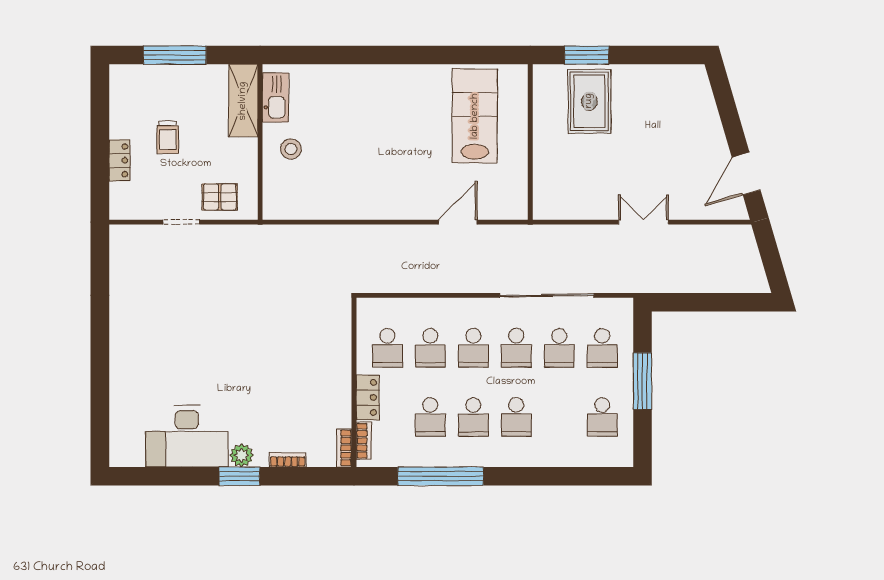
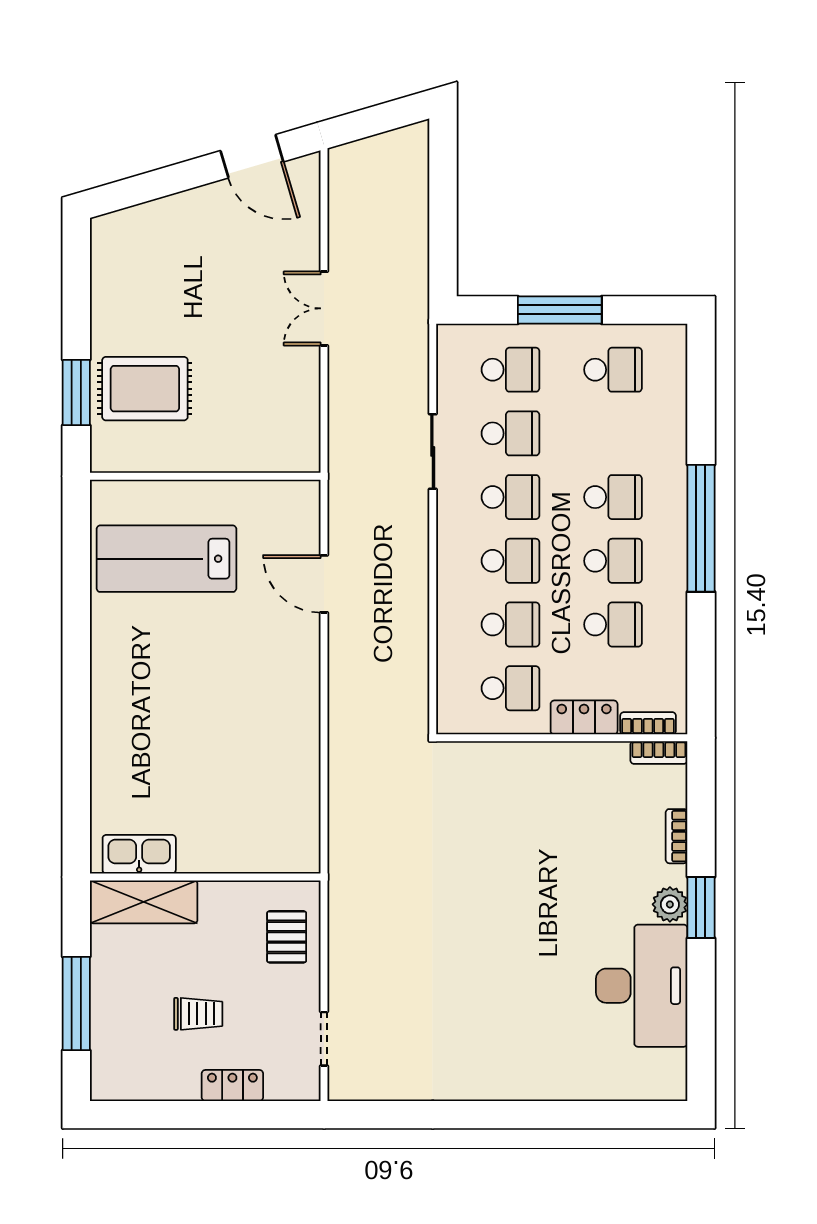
stool: (291, 149) -> (215, 831), removed
doorway: (181, 222) -> (324, 1039), moved
sliding door: (547, 295) -> (433, 451), width x0.54
window: (441, 476) -> (701, 528), moved

